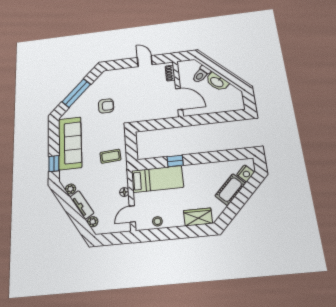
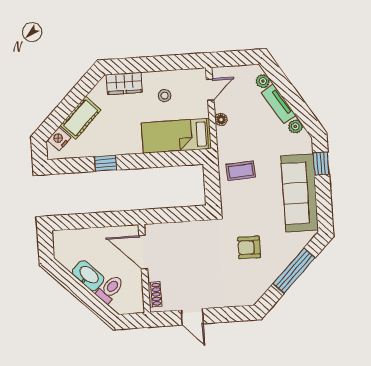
window: (175, 161) -> (106, 163), moved
stool: (157, 221) -> (165, 96), moved

